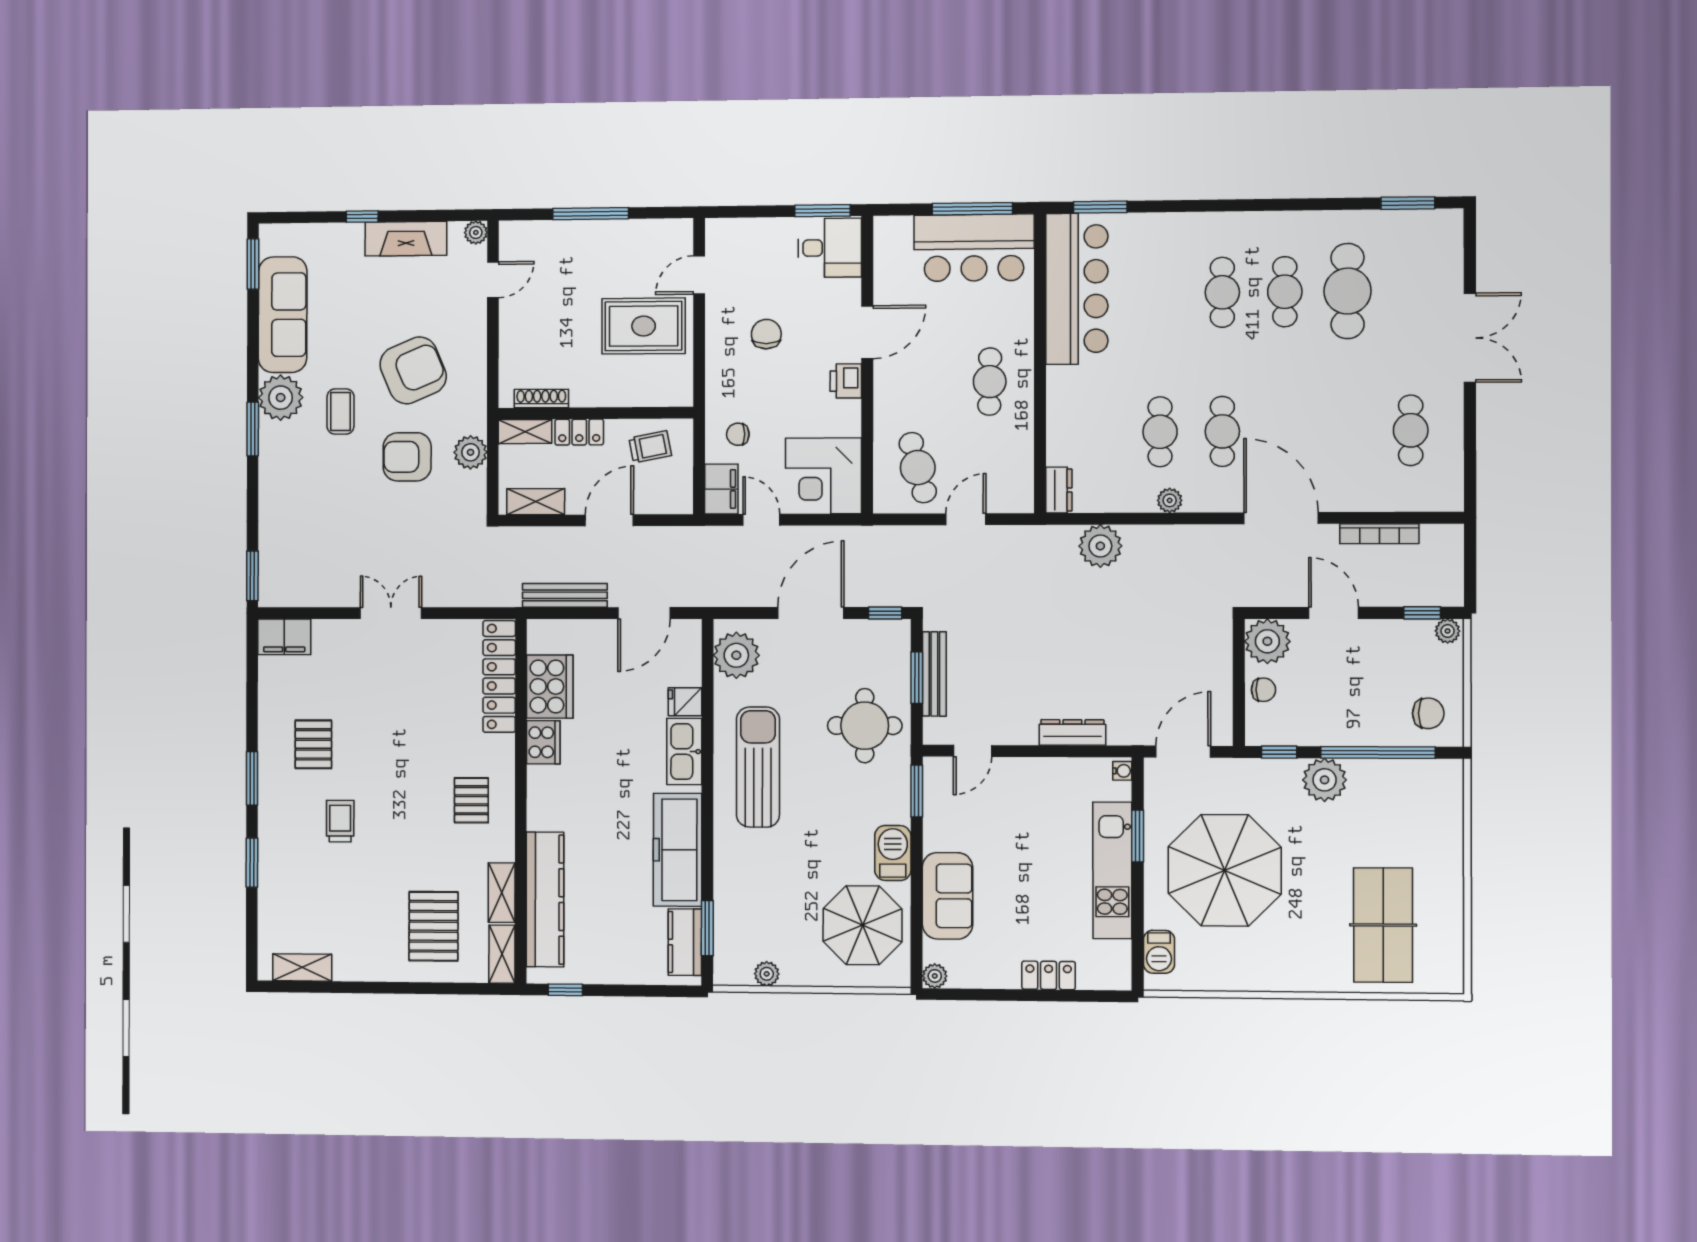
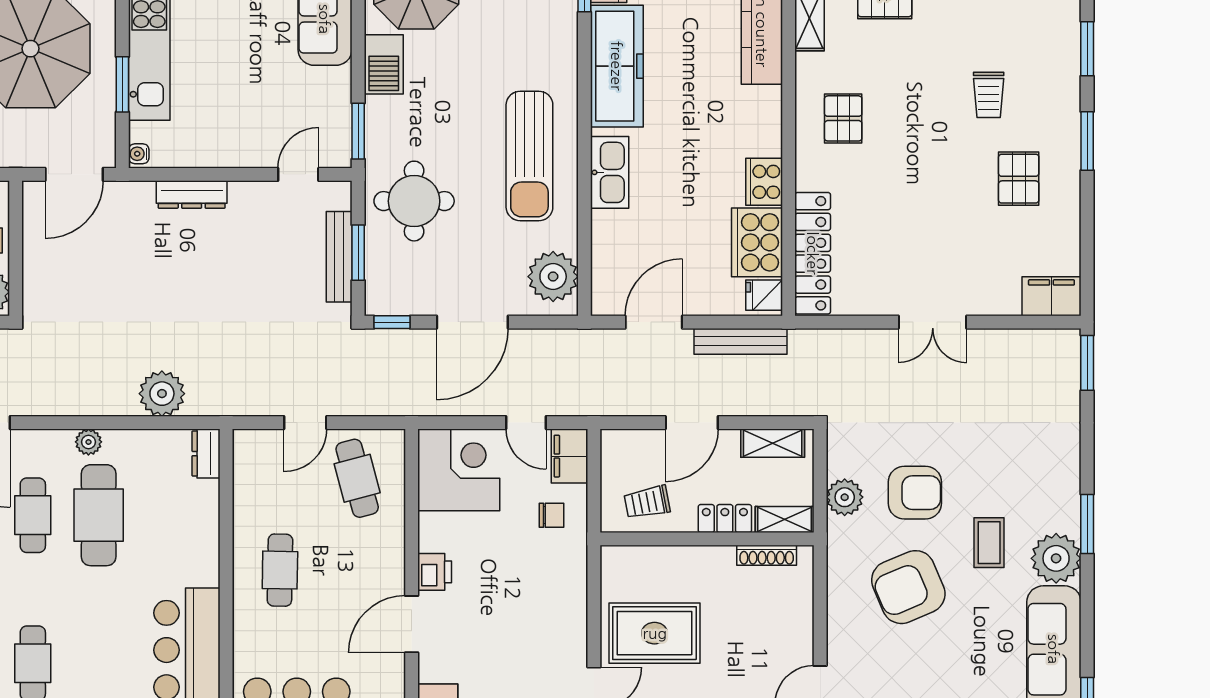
chair: (766, 334) -> (521, 623), removed
cafe table: (1160, 432) -> (99, 515), width x1.37, depth x1.35
fridge: (685, 702) -> (764, 295), moved, turned 180

